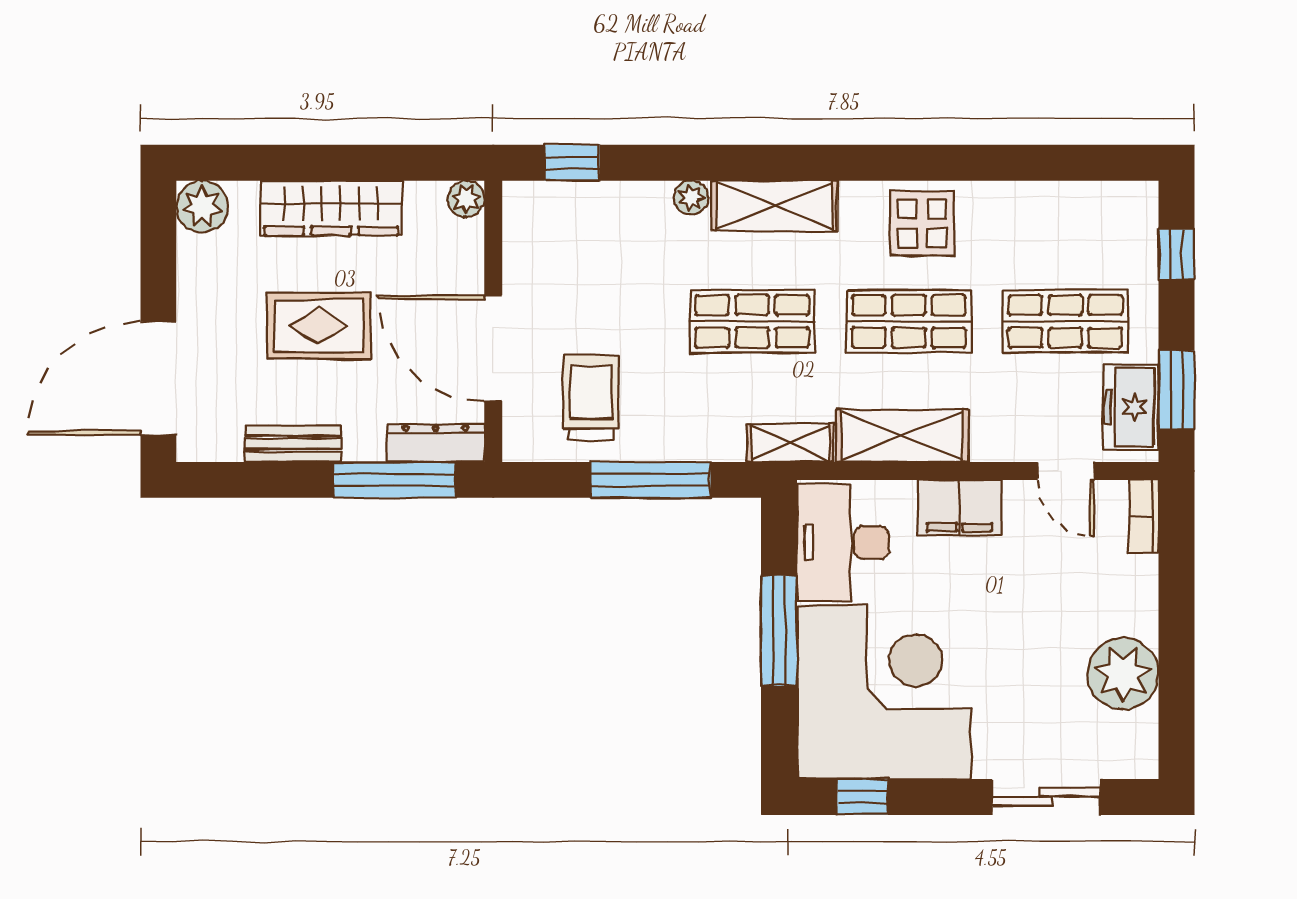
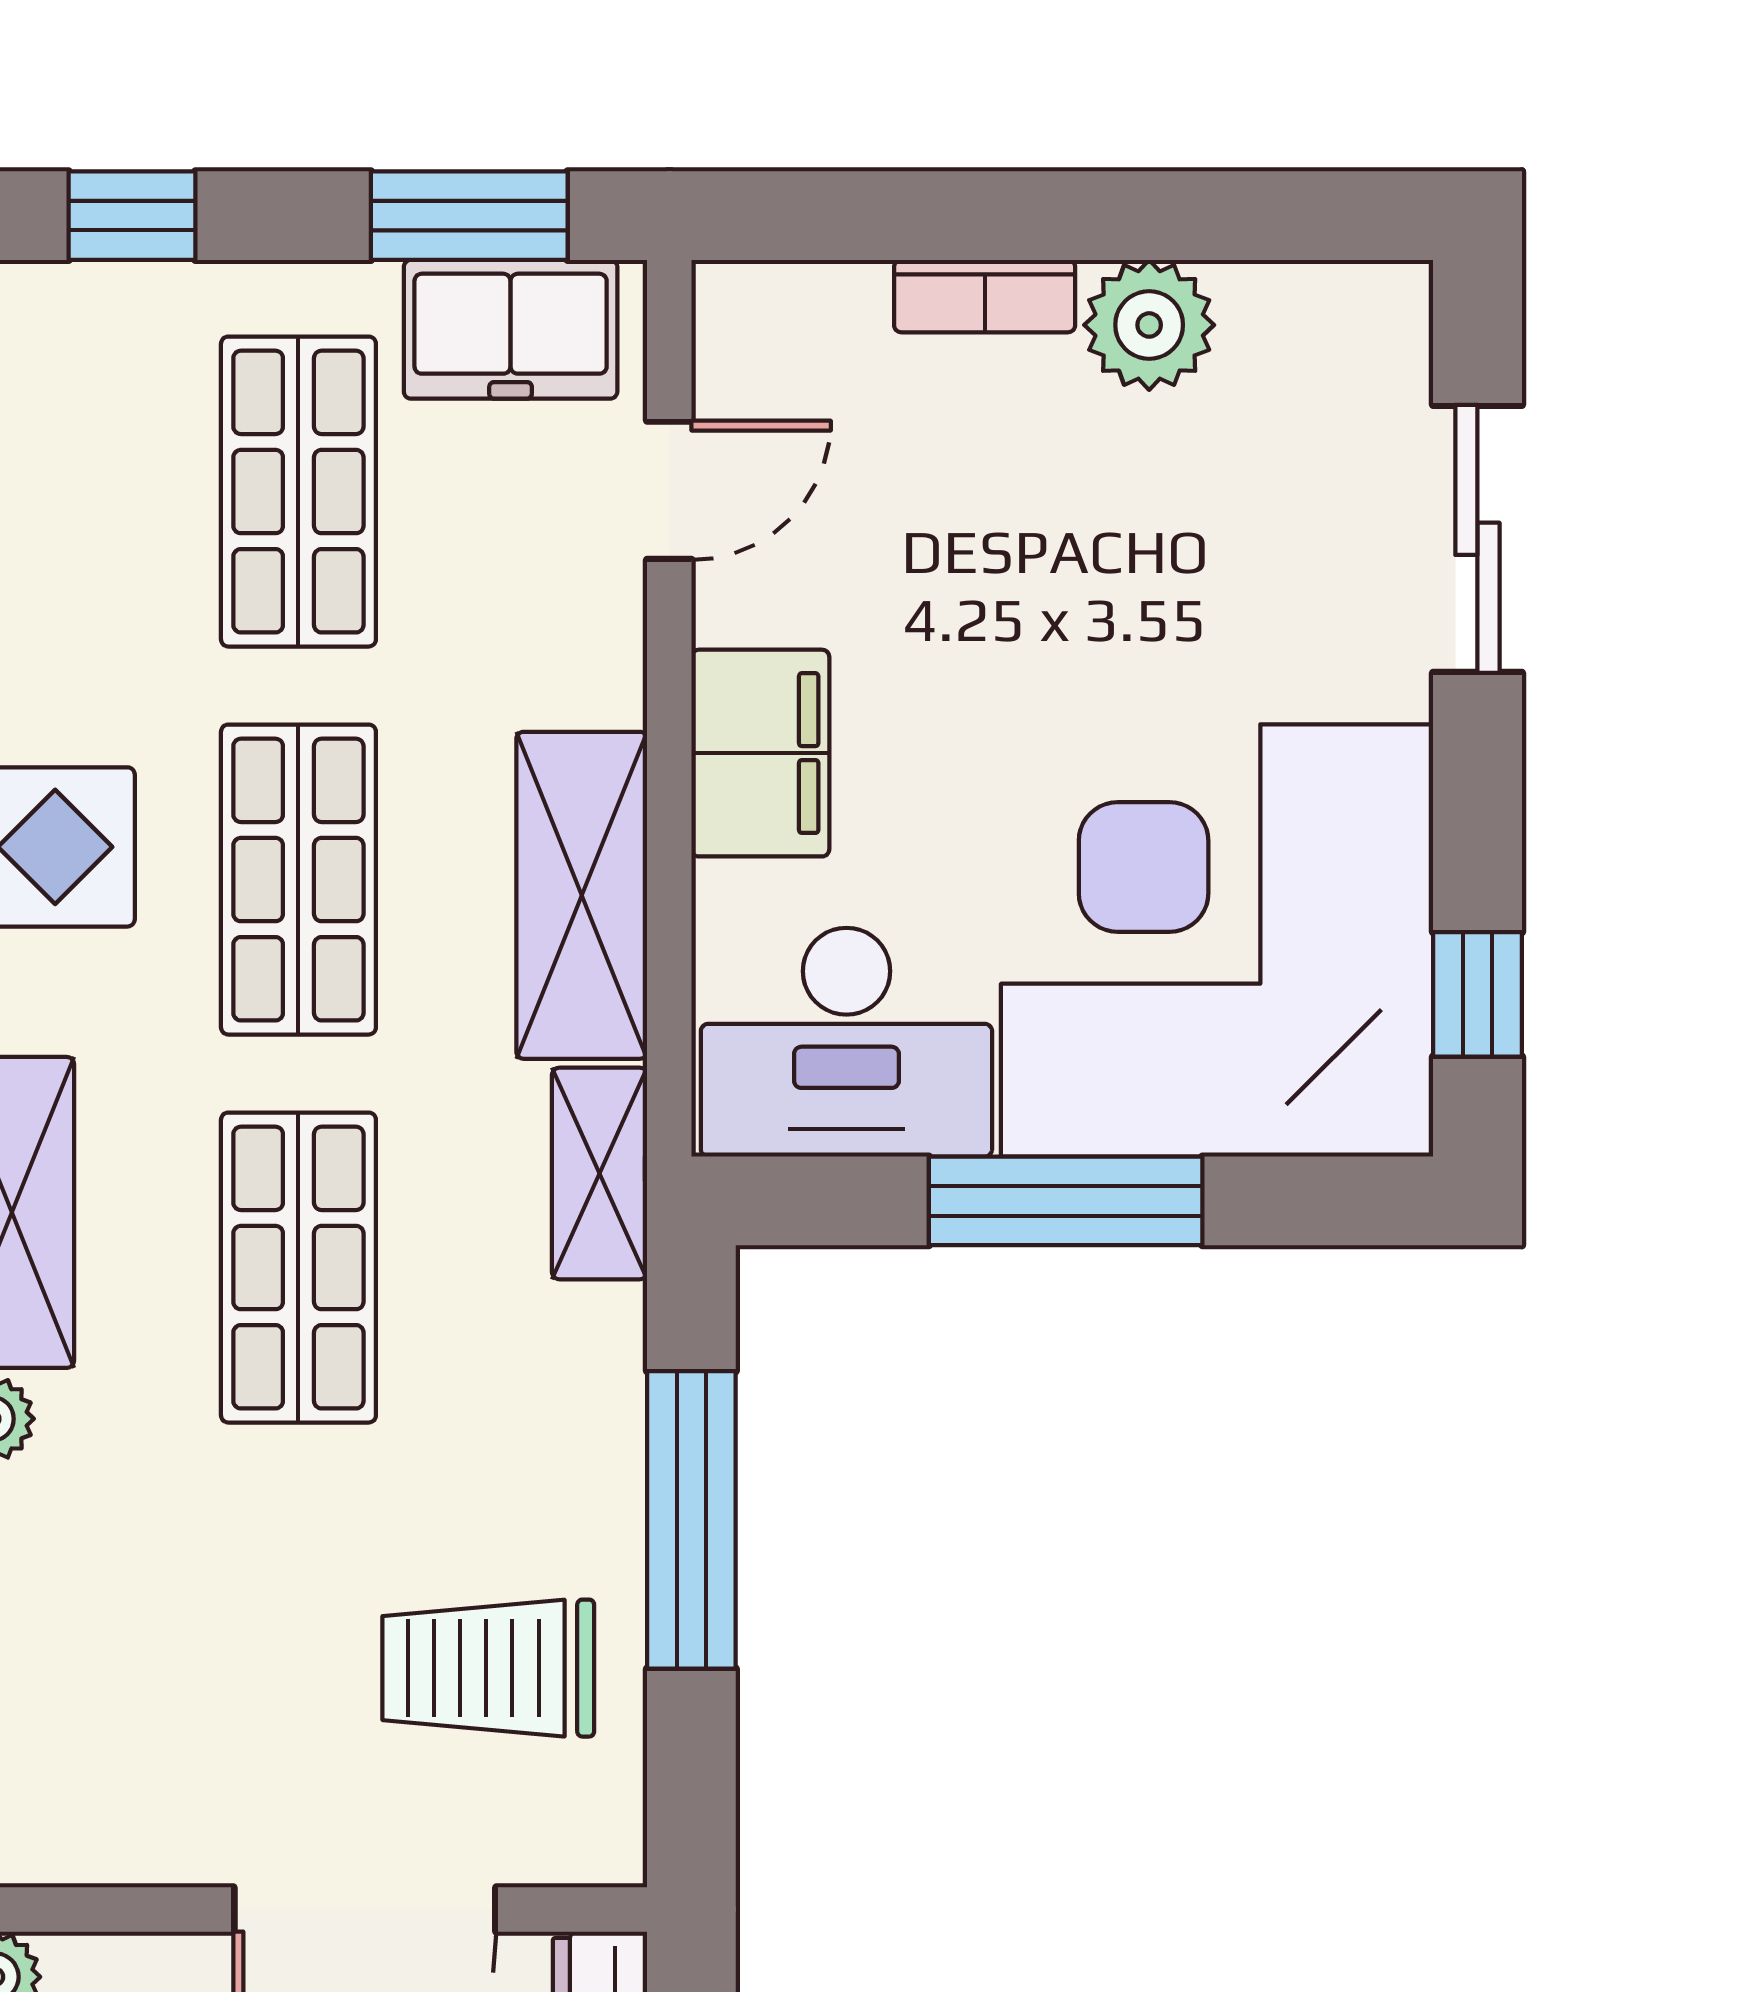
bookcase: (1144, 516) -> (985, 296), moved
plant: (1123, 674) -> (1149, 325), width x0.73, depth x0.73

